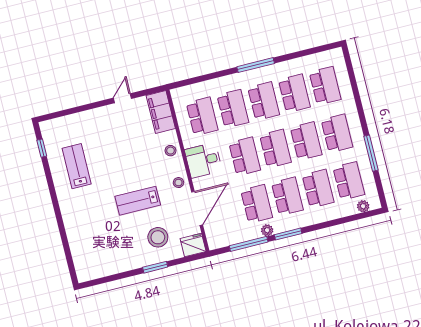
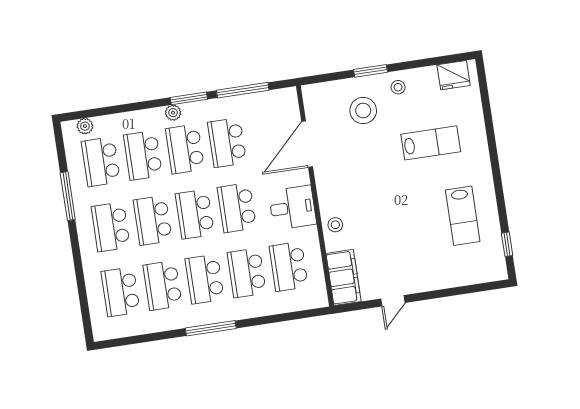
stool: (178, 183) -> (398, 87), moved
lab bench: (138, 201) -> (431, 143), moved
plant: (267, 230) -> (173, 113), moved
fridge: (193, 245) -> (454, 75), moved

